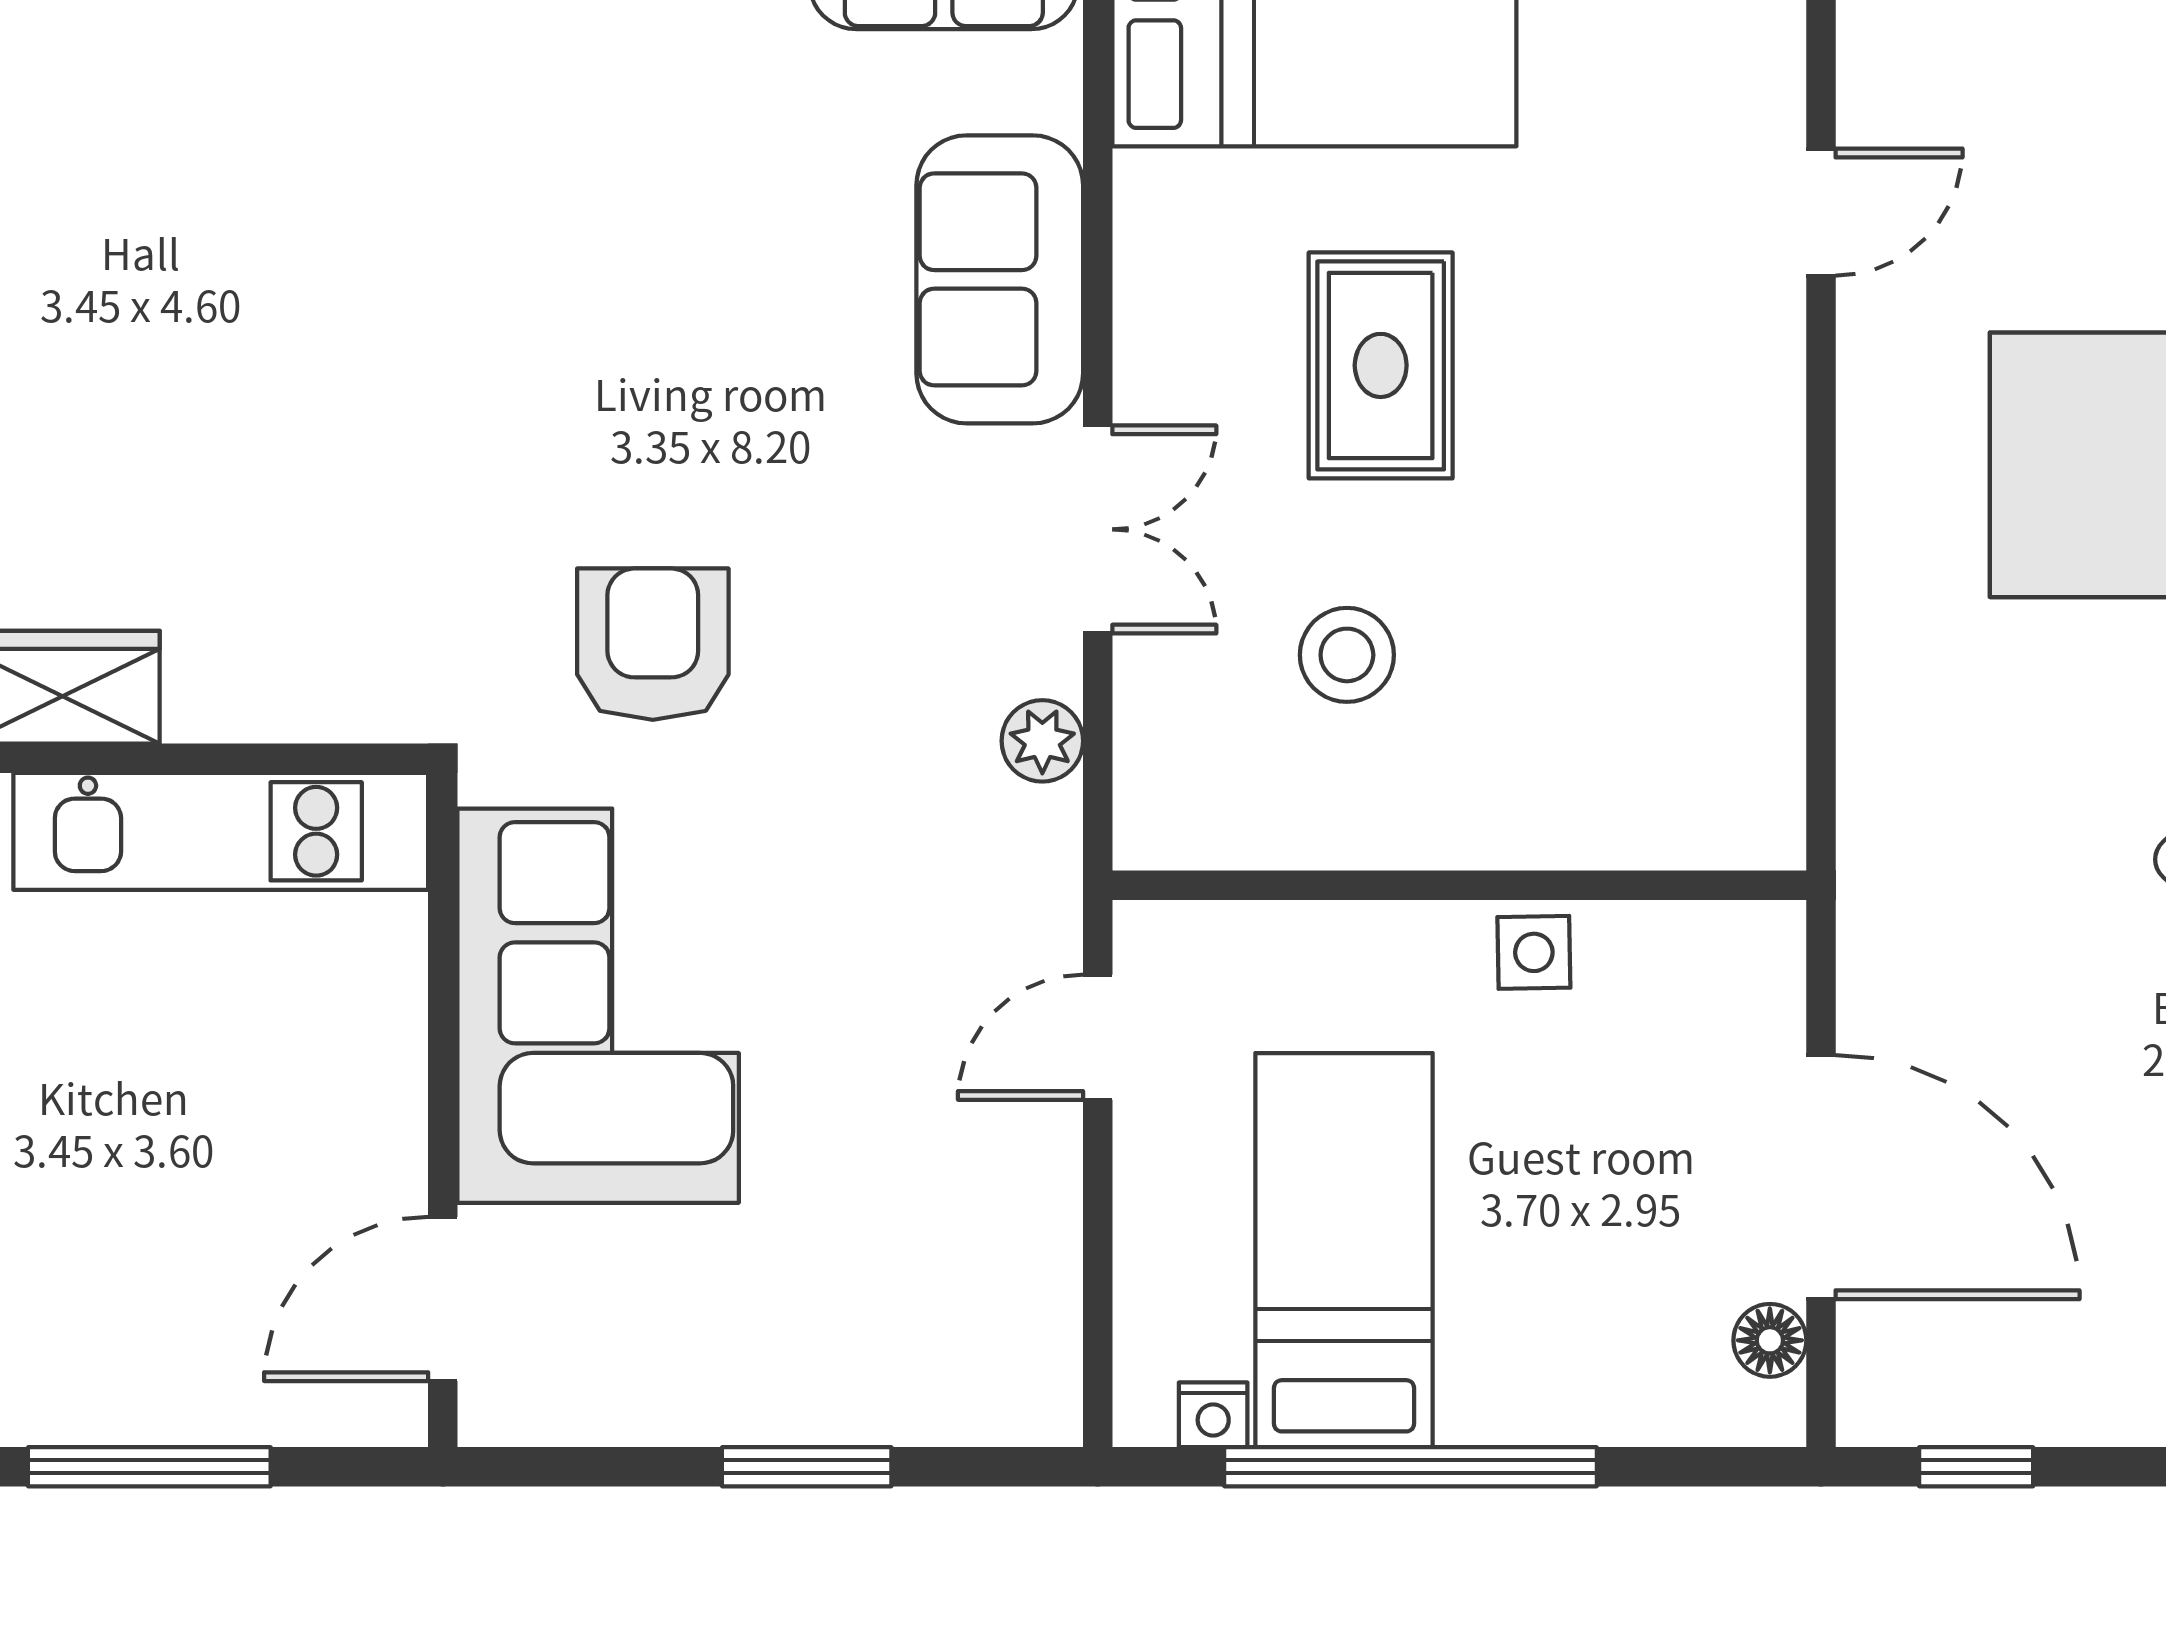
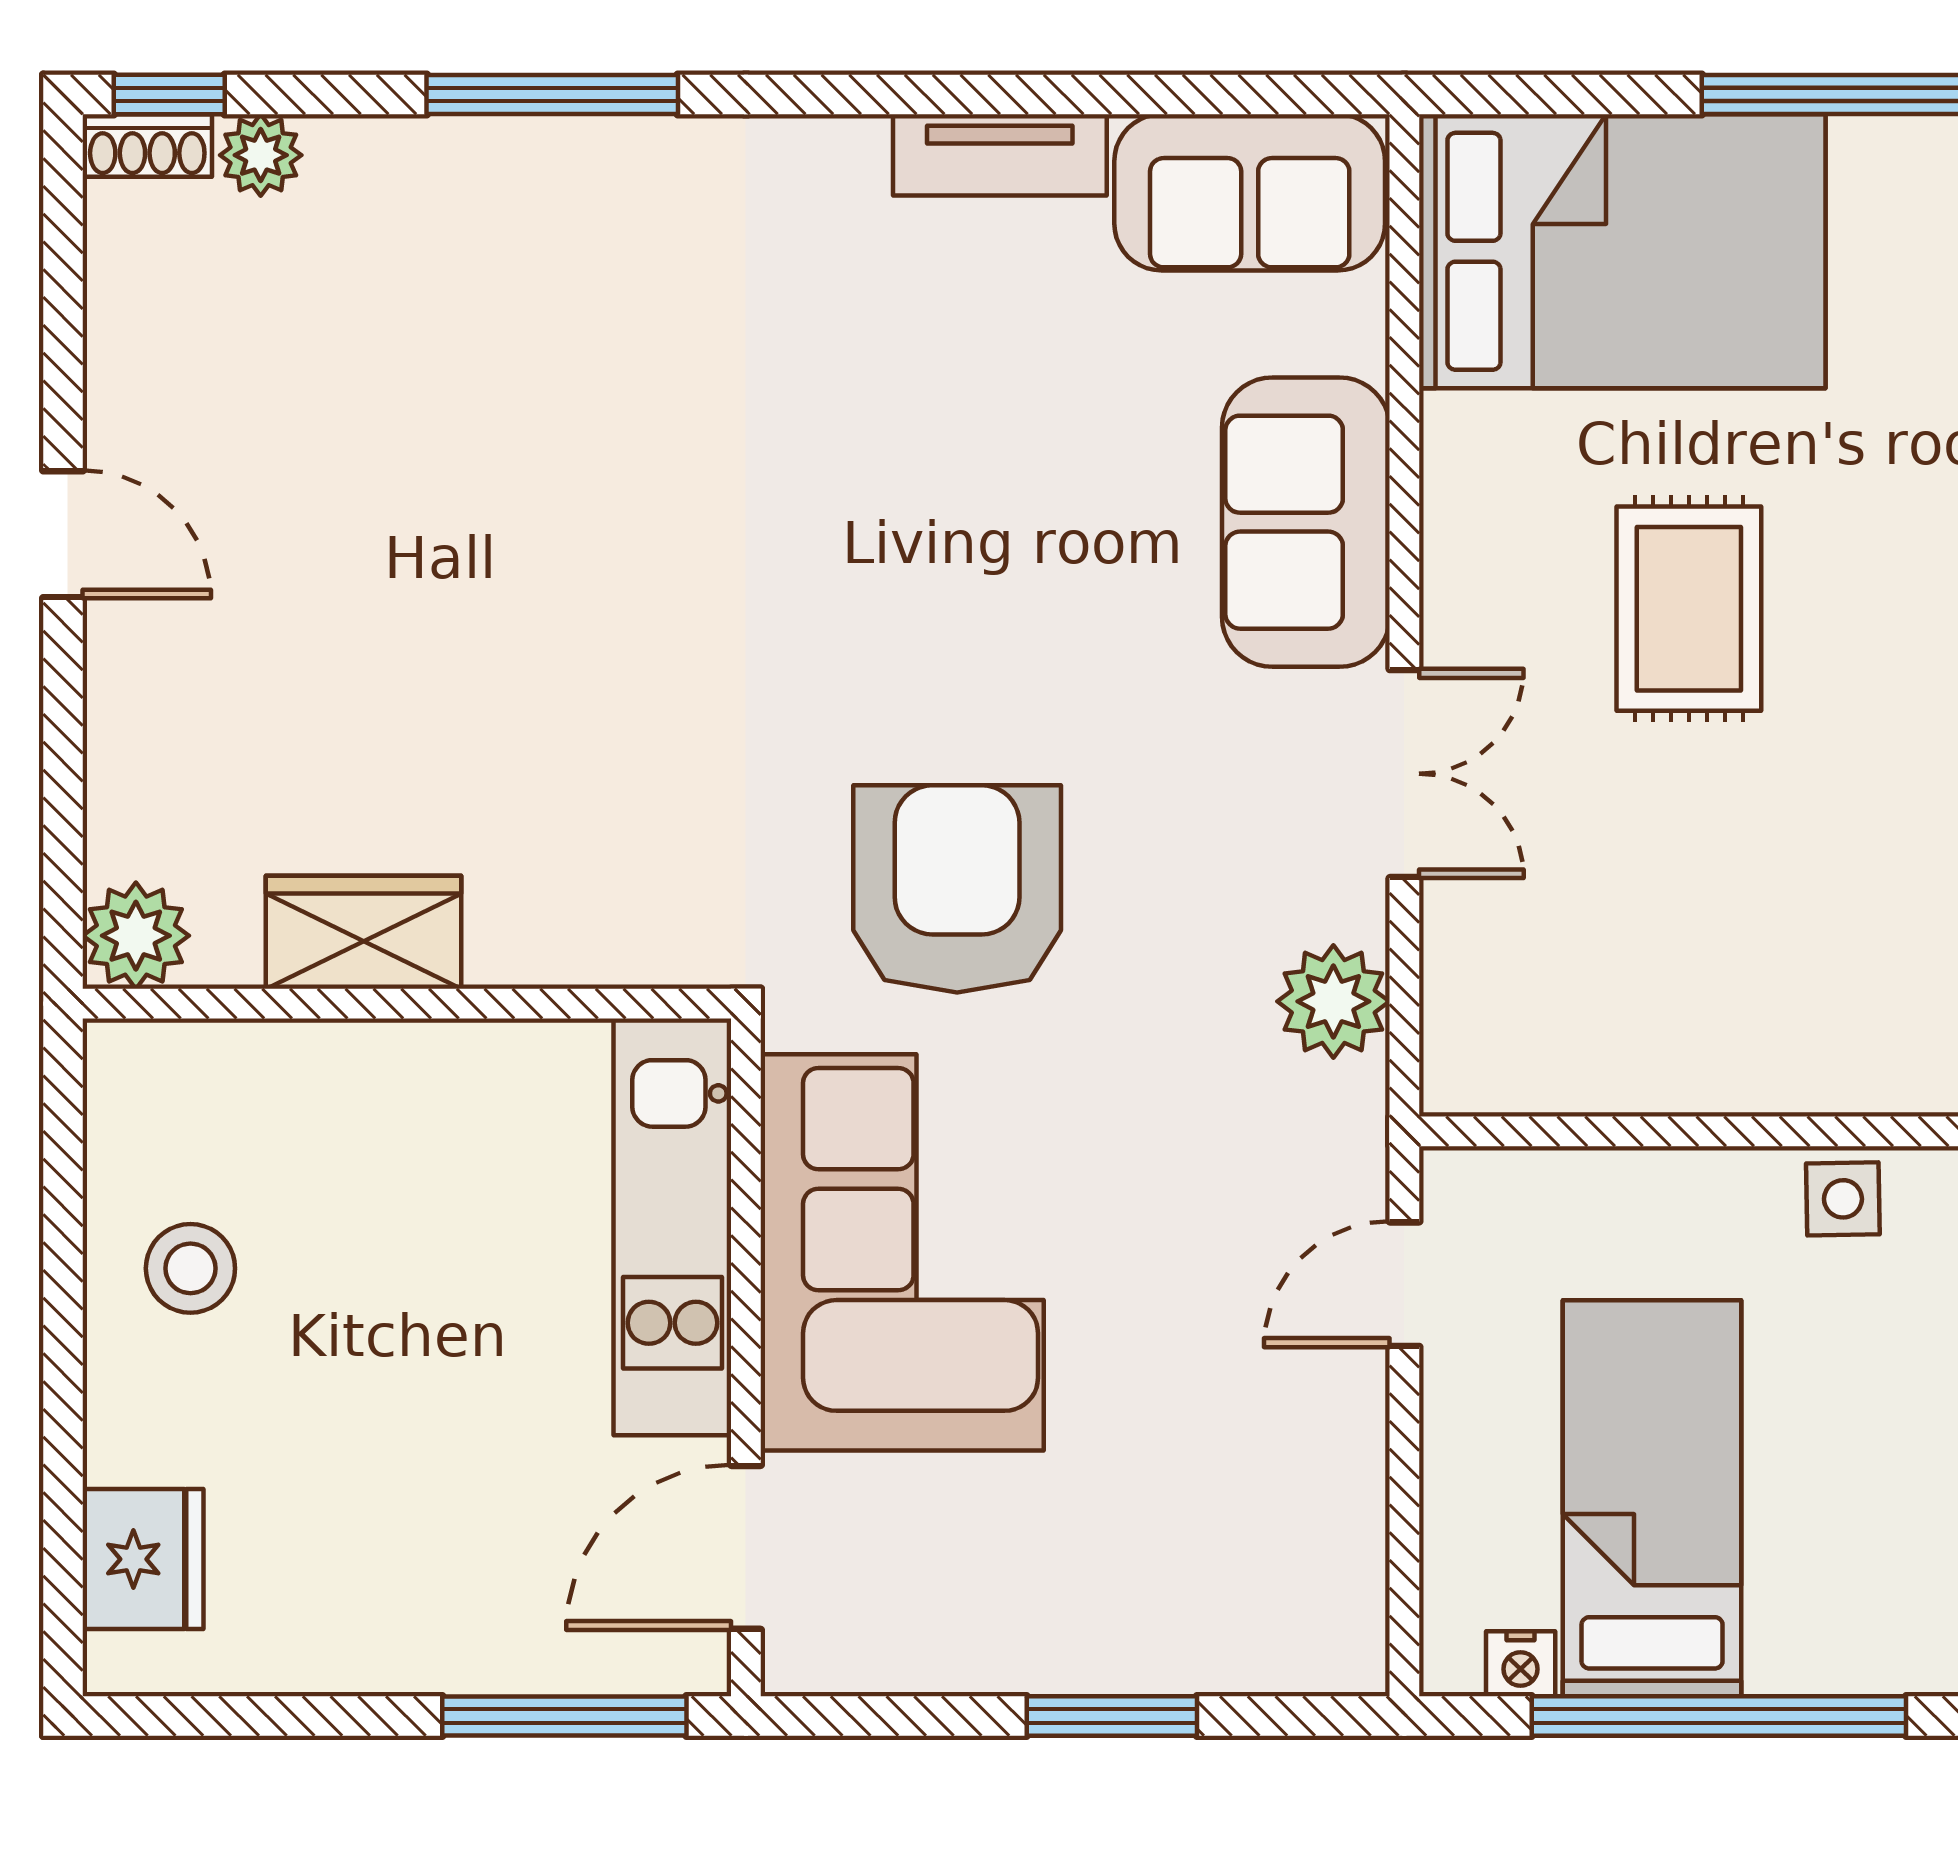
armchair: (653, 644) -> (957, 889), width x1.36, depth x1.36
stool: (1347, 655) -> (1655, 900), removed
plant: (1042, 741) -> (1333, 1001), width x1.38, depth x1.38
kitchen unit: (221, 831) -> (672, 1227), moved, turned 90
window: (149, 1467) -> (564, 1716), moved

